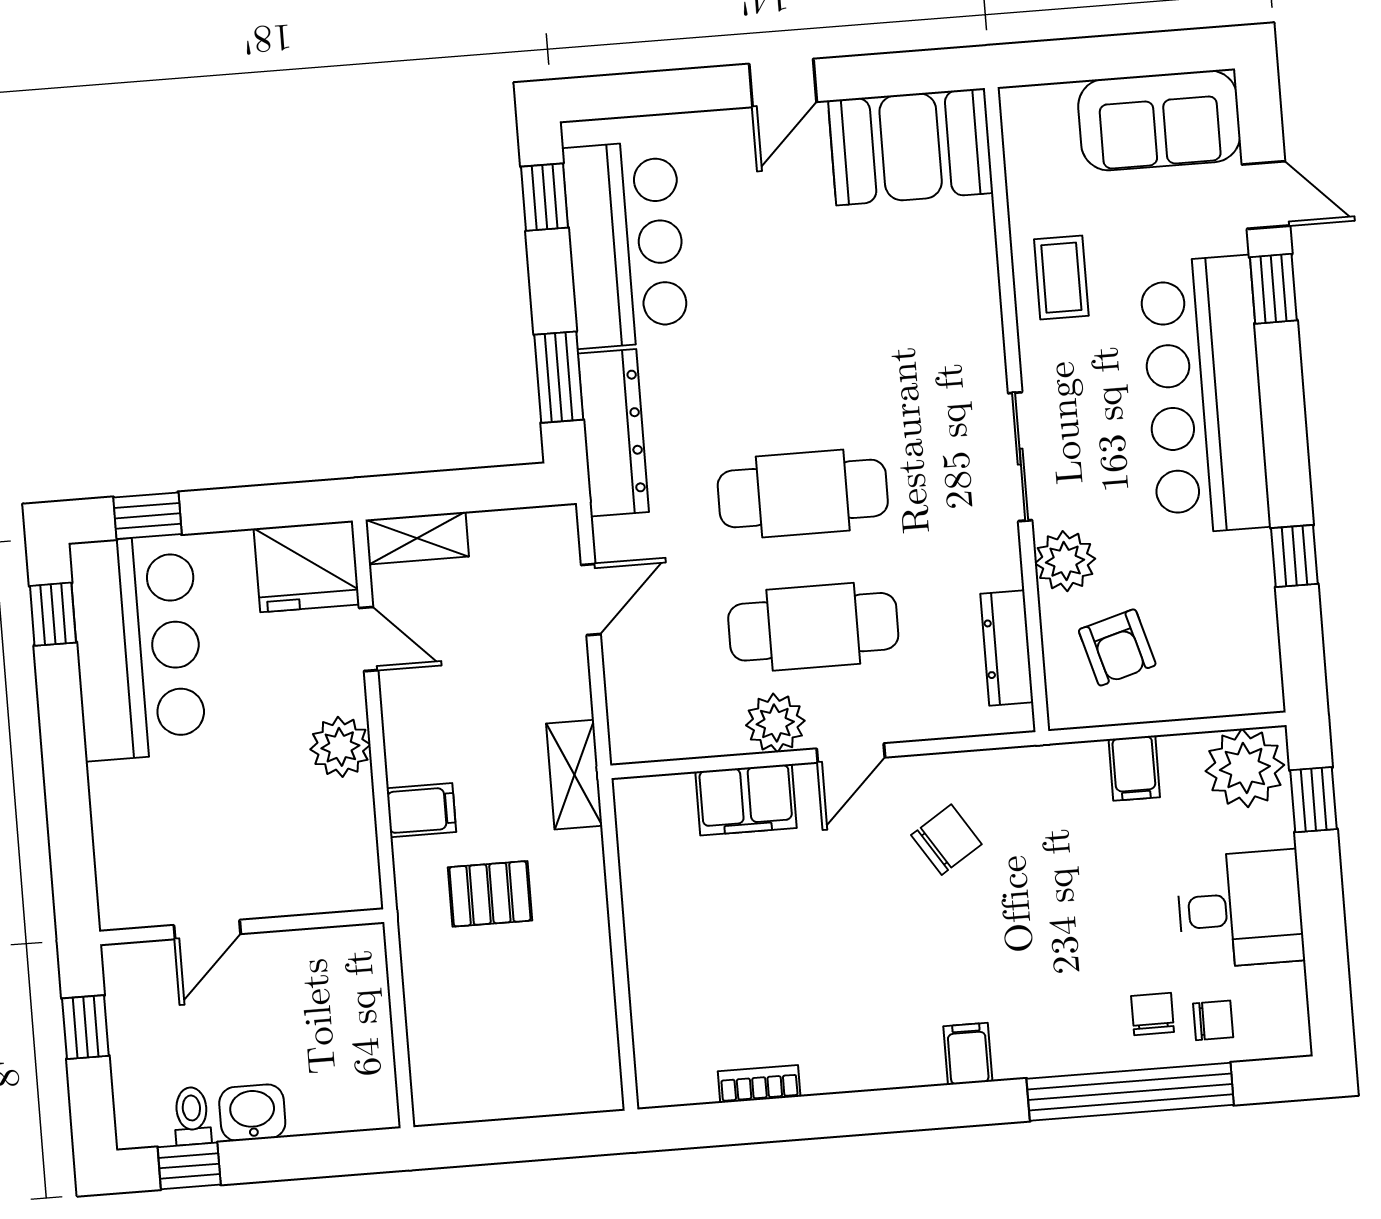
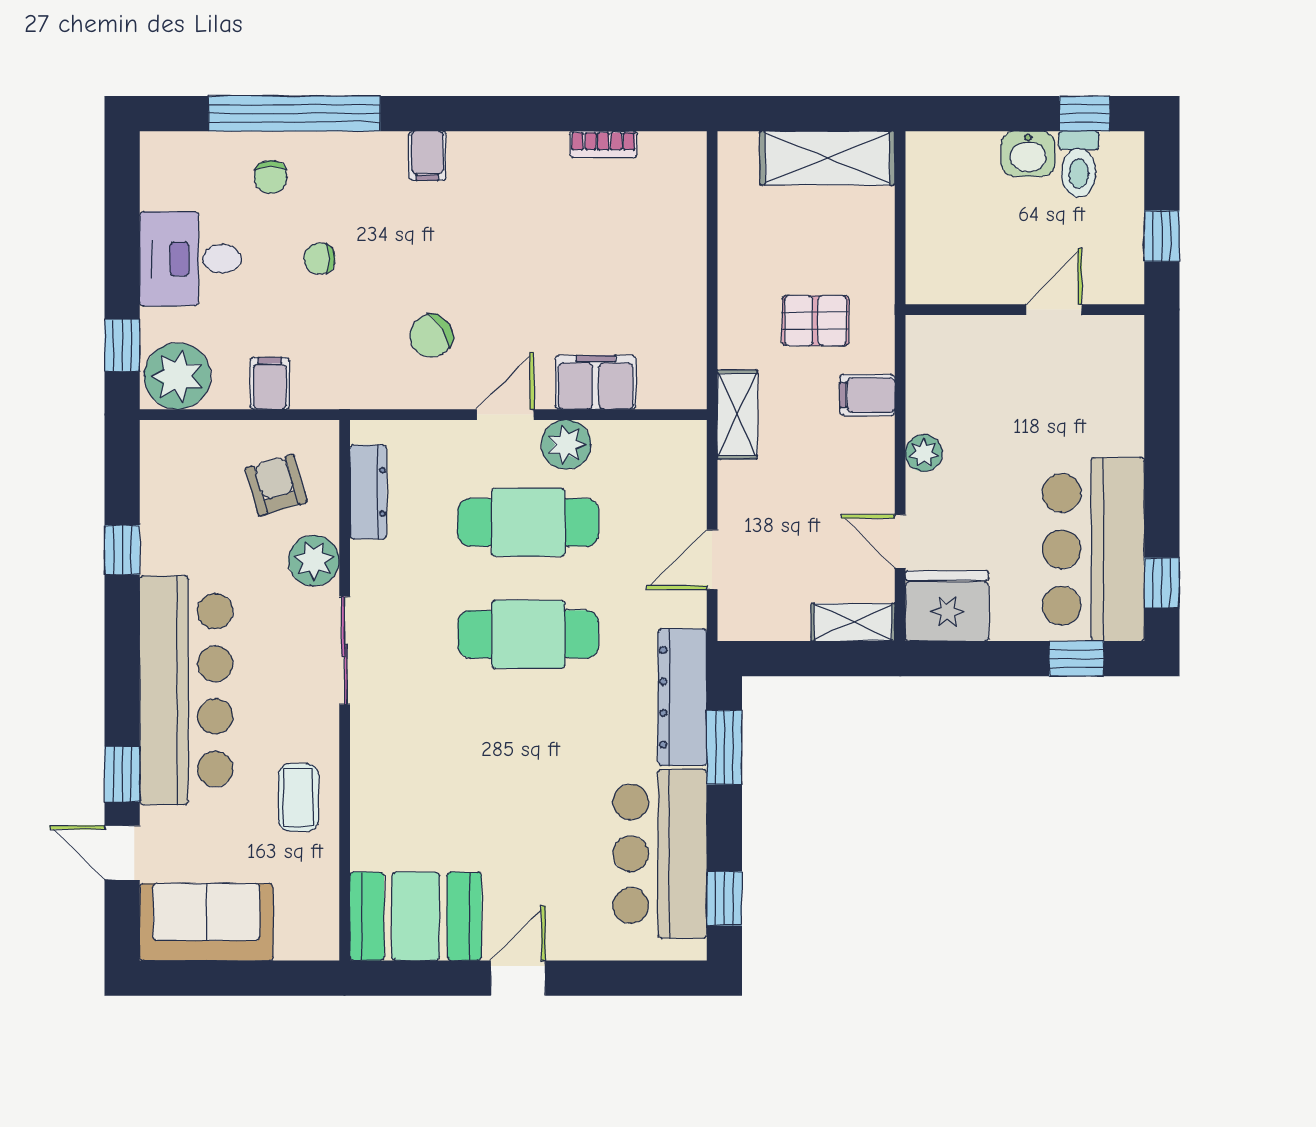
plant: (340, 747) -> (924, 453), width x0.73, depth x0.73
chair: (1213, 1020) -> (320, 259), moved
shelving: (491, 1089) -> (827, 158), added
toilet: (192, 1116) -> (1079, 164), width x1.37, depth x1.39

